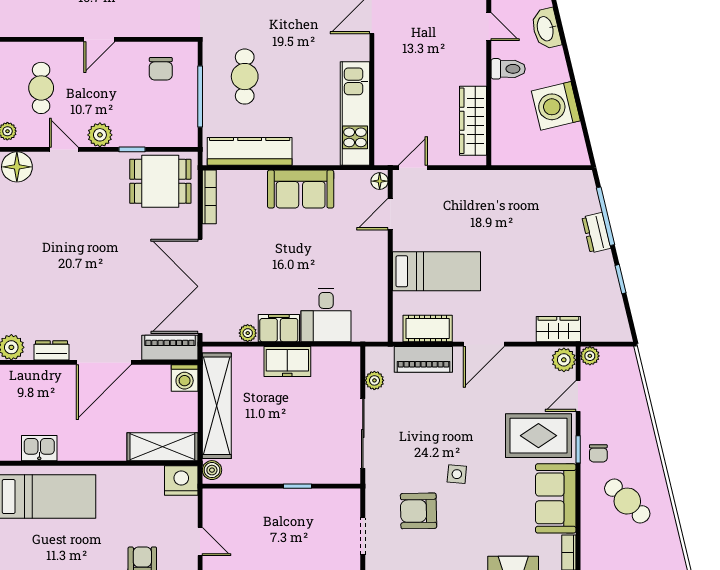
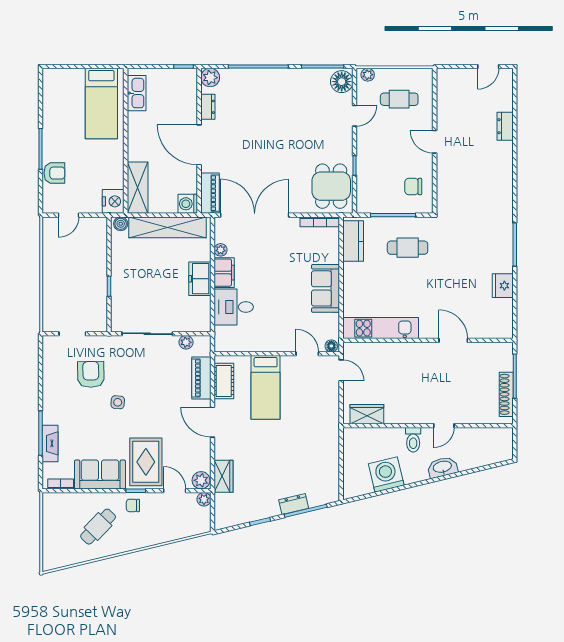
wardrobe: (473, 121) -> (367, 414), width x0.67
plant: (100, 135) -> (365, 142), removed
kitchen counter: (250, 151) -> (353, 241), width x0.67
kitchen sink: (39, 448) -> (137, 93), width x1.38

